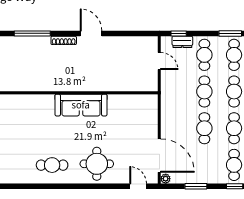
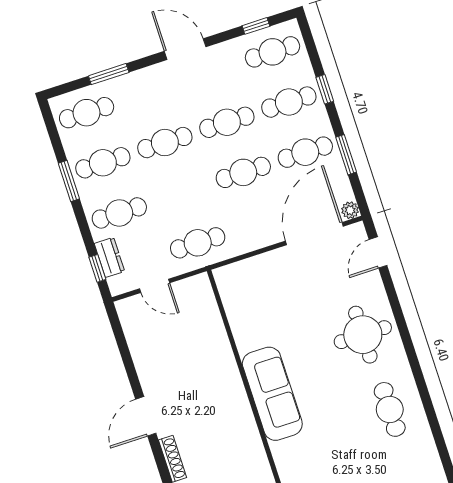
door: (159, 61) -> (155, 286), swing flipped
cafe table: (204, 92) -> (198, 243), moved
cafe table: (204, 165) -> (305, 152), added

